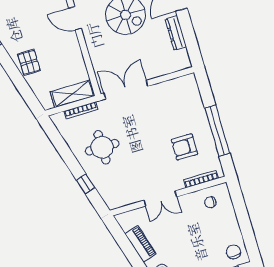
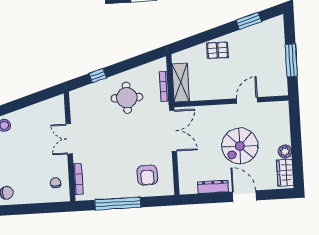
armchair: (184, 147) -> (147, 175), moved, turned 180
piano: (140, 244) -> (33, 112), removed

